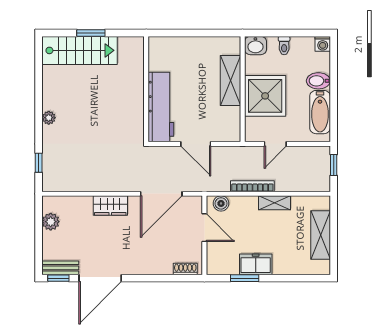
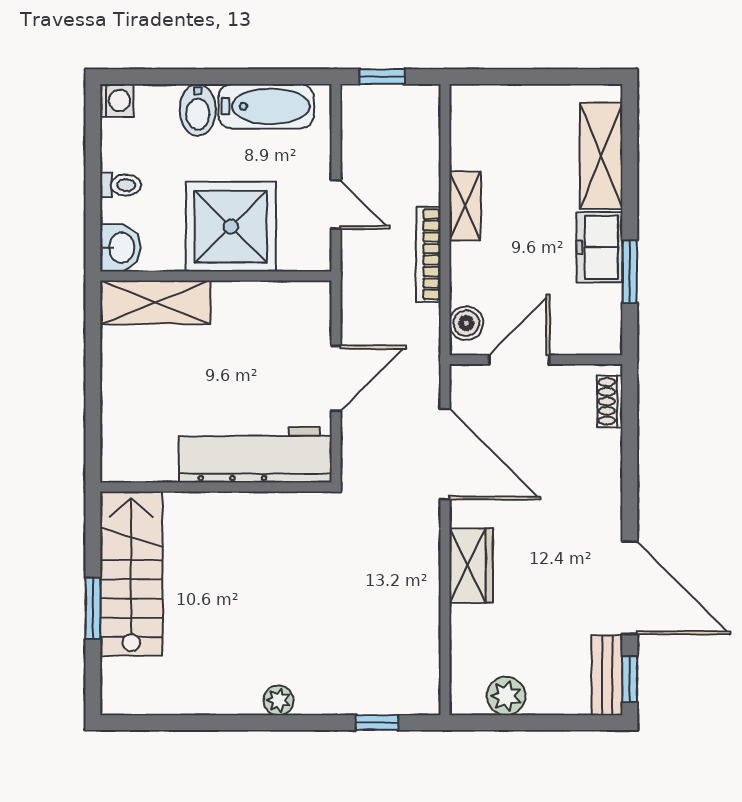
stairs: (80, 50) -> (131, 574), moved
shelving: (231, 80) -> (155, 302), moved
shelving: (321, 235) -> (601, 156), moved, turned 90

